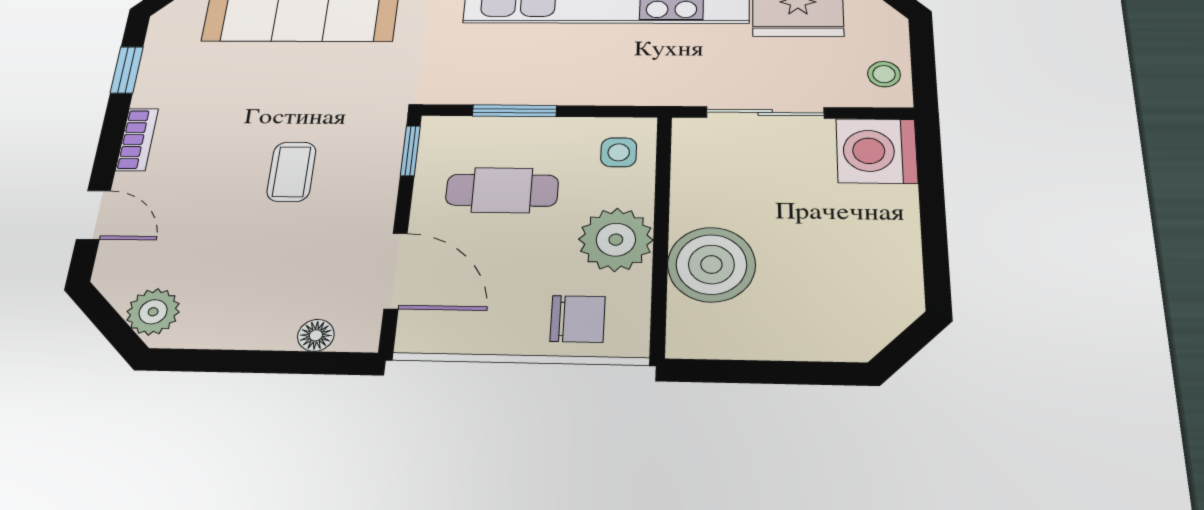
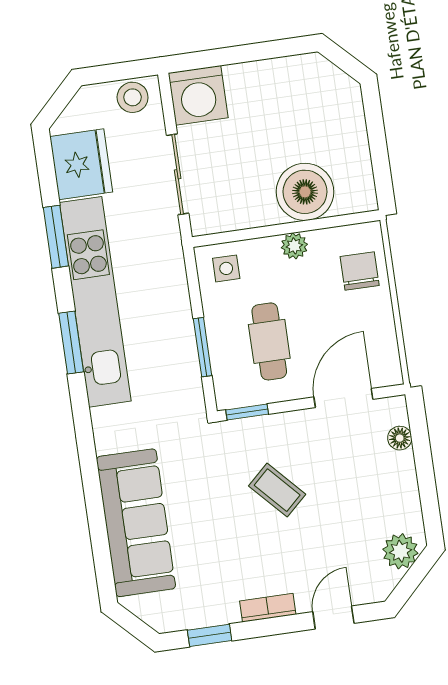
stool: (884, 74) -> (133, 97), width x1.37, depth x1.37
coffee table: (291, 172) -> (277, 490), turned 47
plant: (616, 240) -> (294, 246), width x0.53, depth x0.53

